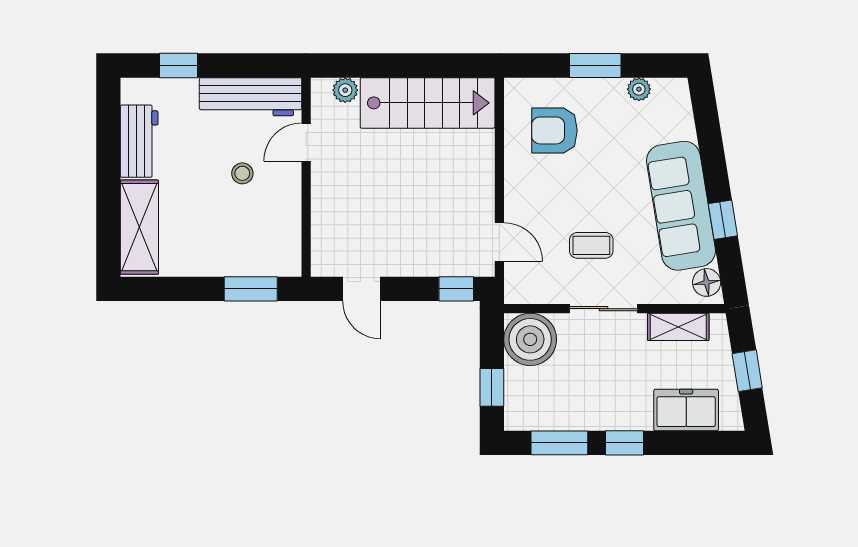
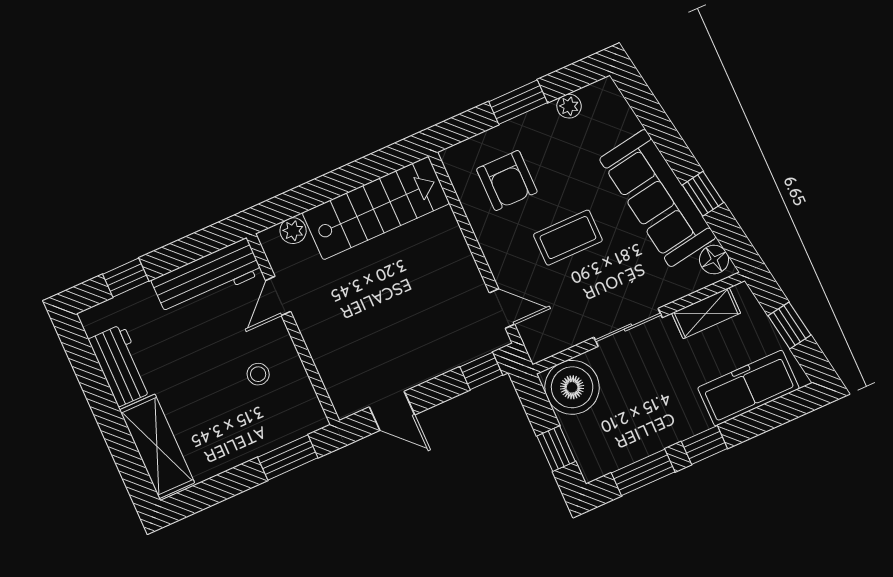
armchair: (554, 130) -> (507, 181), turned -90
stool: (242, 173) -> (258, 374), moved
coffee table: (591, 245) -> (568, 238), moved, width x1.36, depth x1.30
freezer: (686, 410) -> (748, 388), width x1.40

